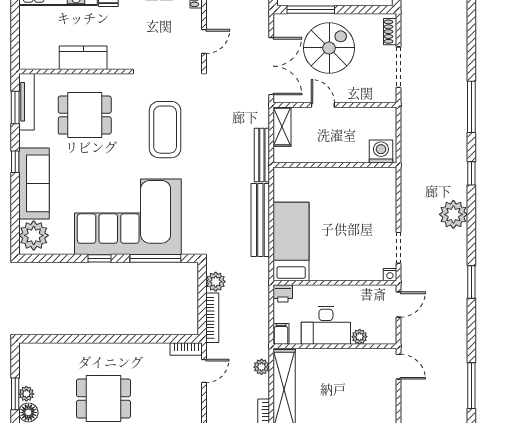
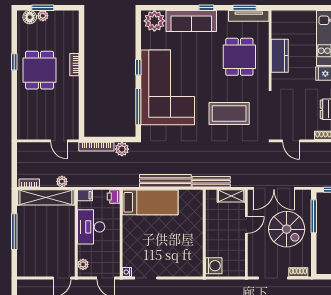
plant: (360, 337) -> (83, 264), moved
bookcase: (186, 349) -> (74, 65), moved

